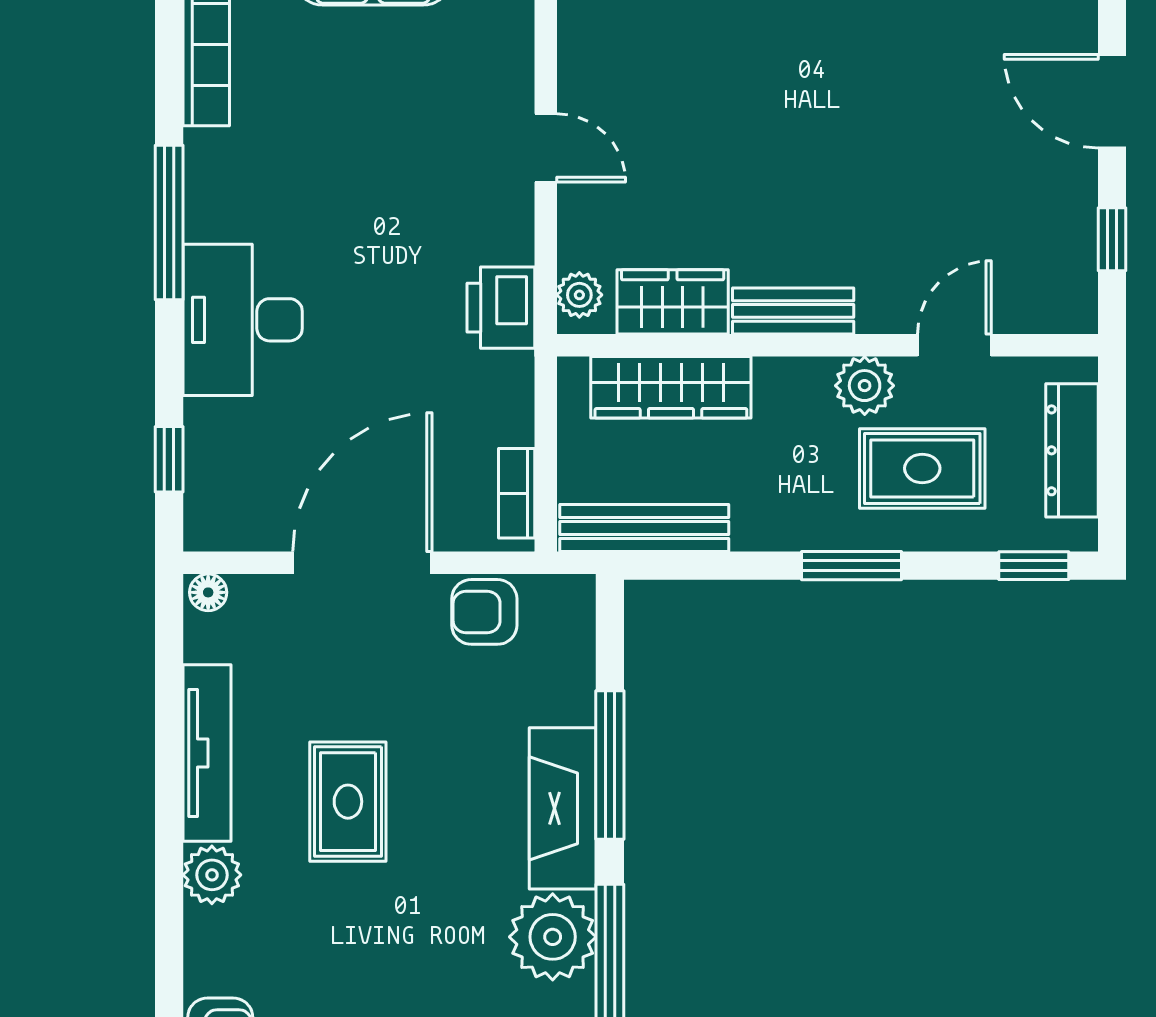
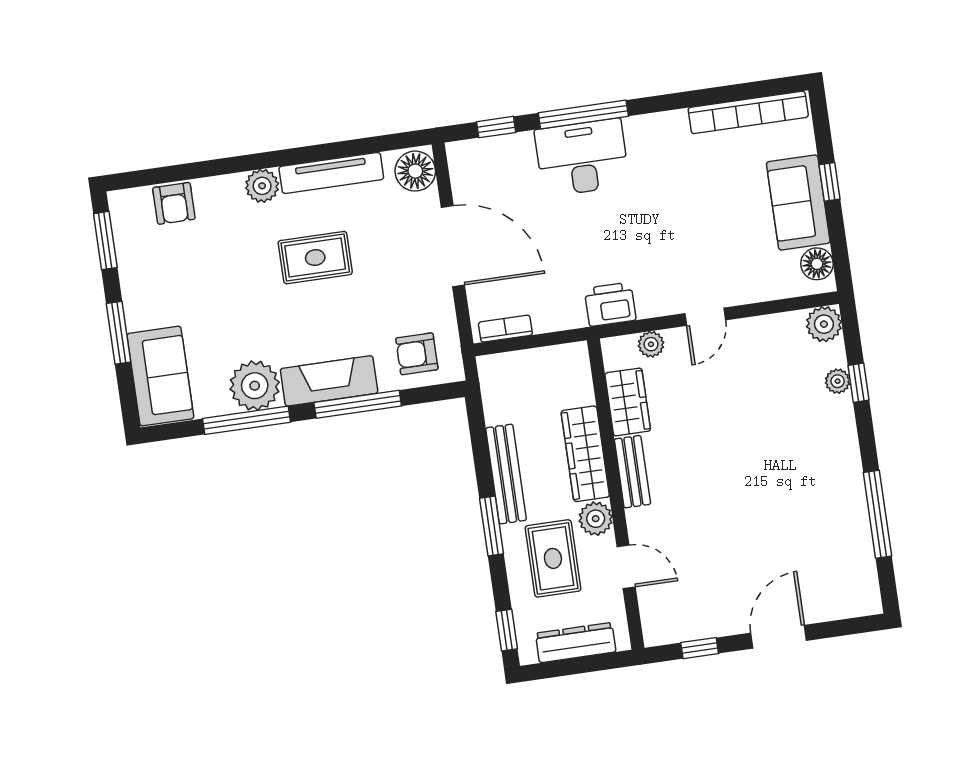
window: (169, 222) -> (583, 115), moved
plant: (579, 295) -> (651, 344), moved
wardrobe: (671, 387) -> (585, 454), moved
bench: (644, 528) -> (506, 474), moved
floor lamp: (208, 592) -> (415, 171), width x1.89, depth x1.89
armchair: (484, 612) -> (417, 354), moved, turned -90

